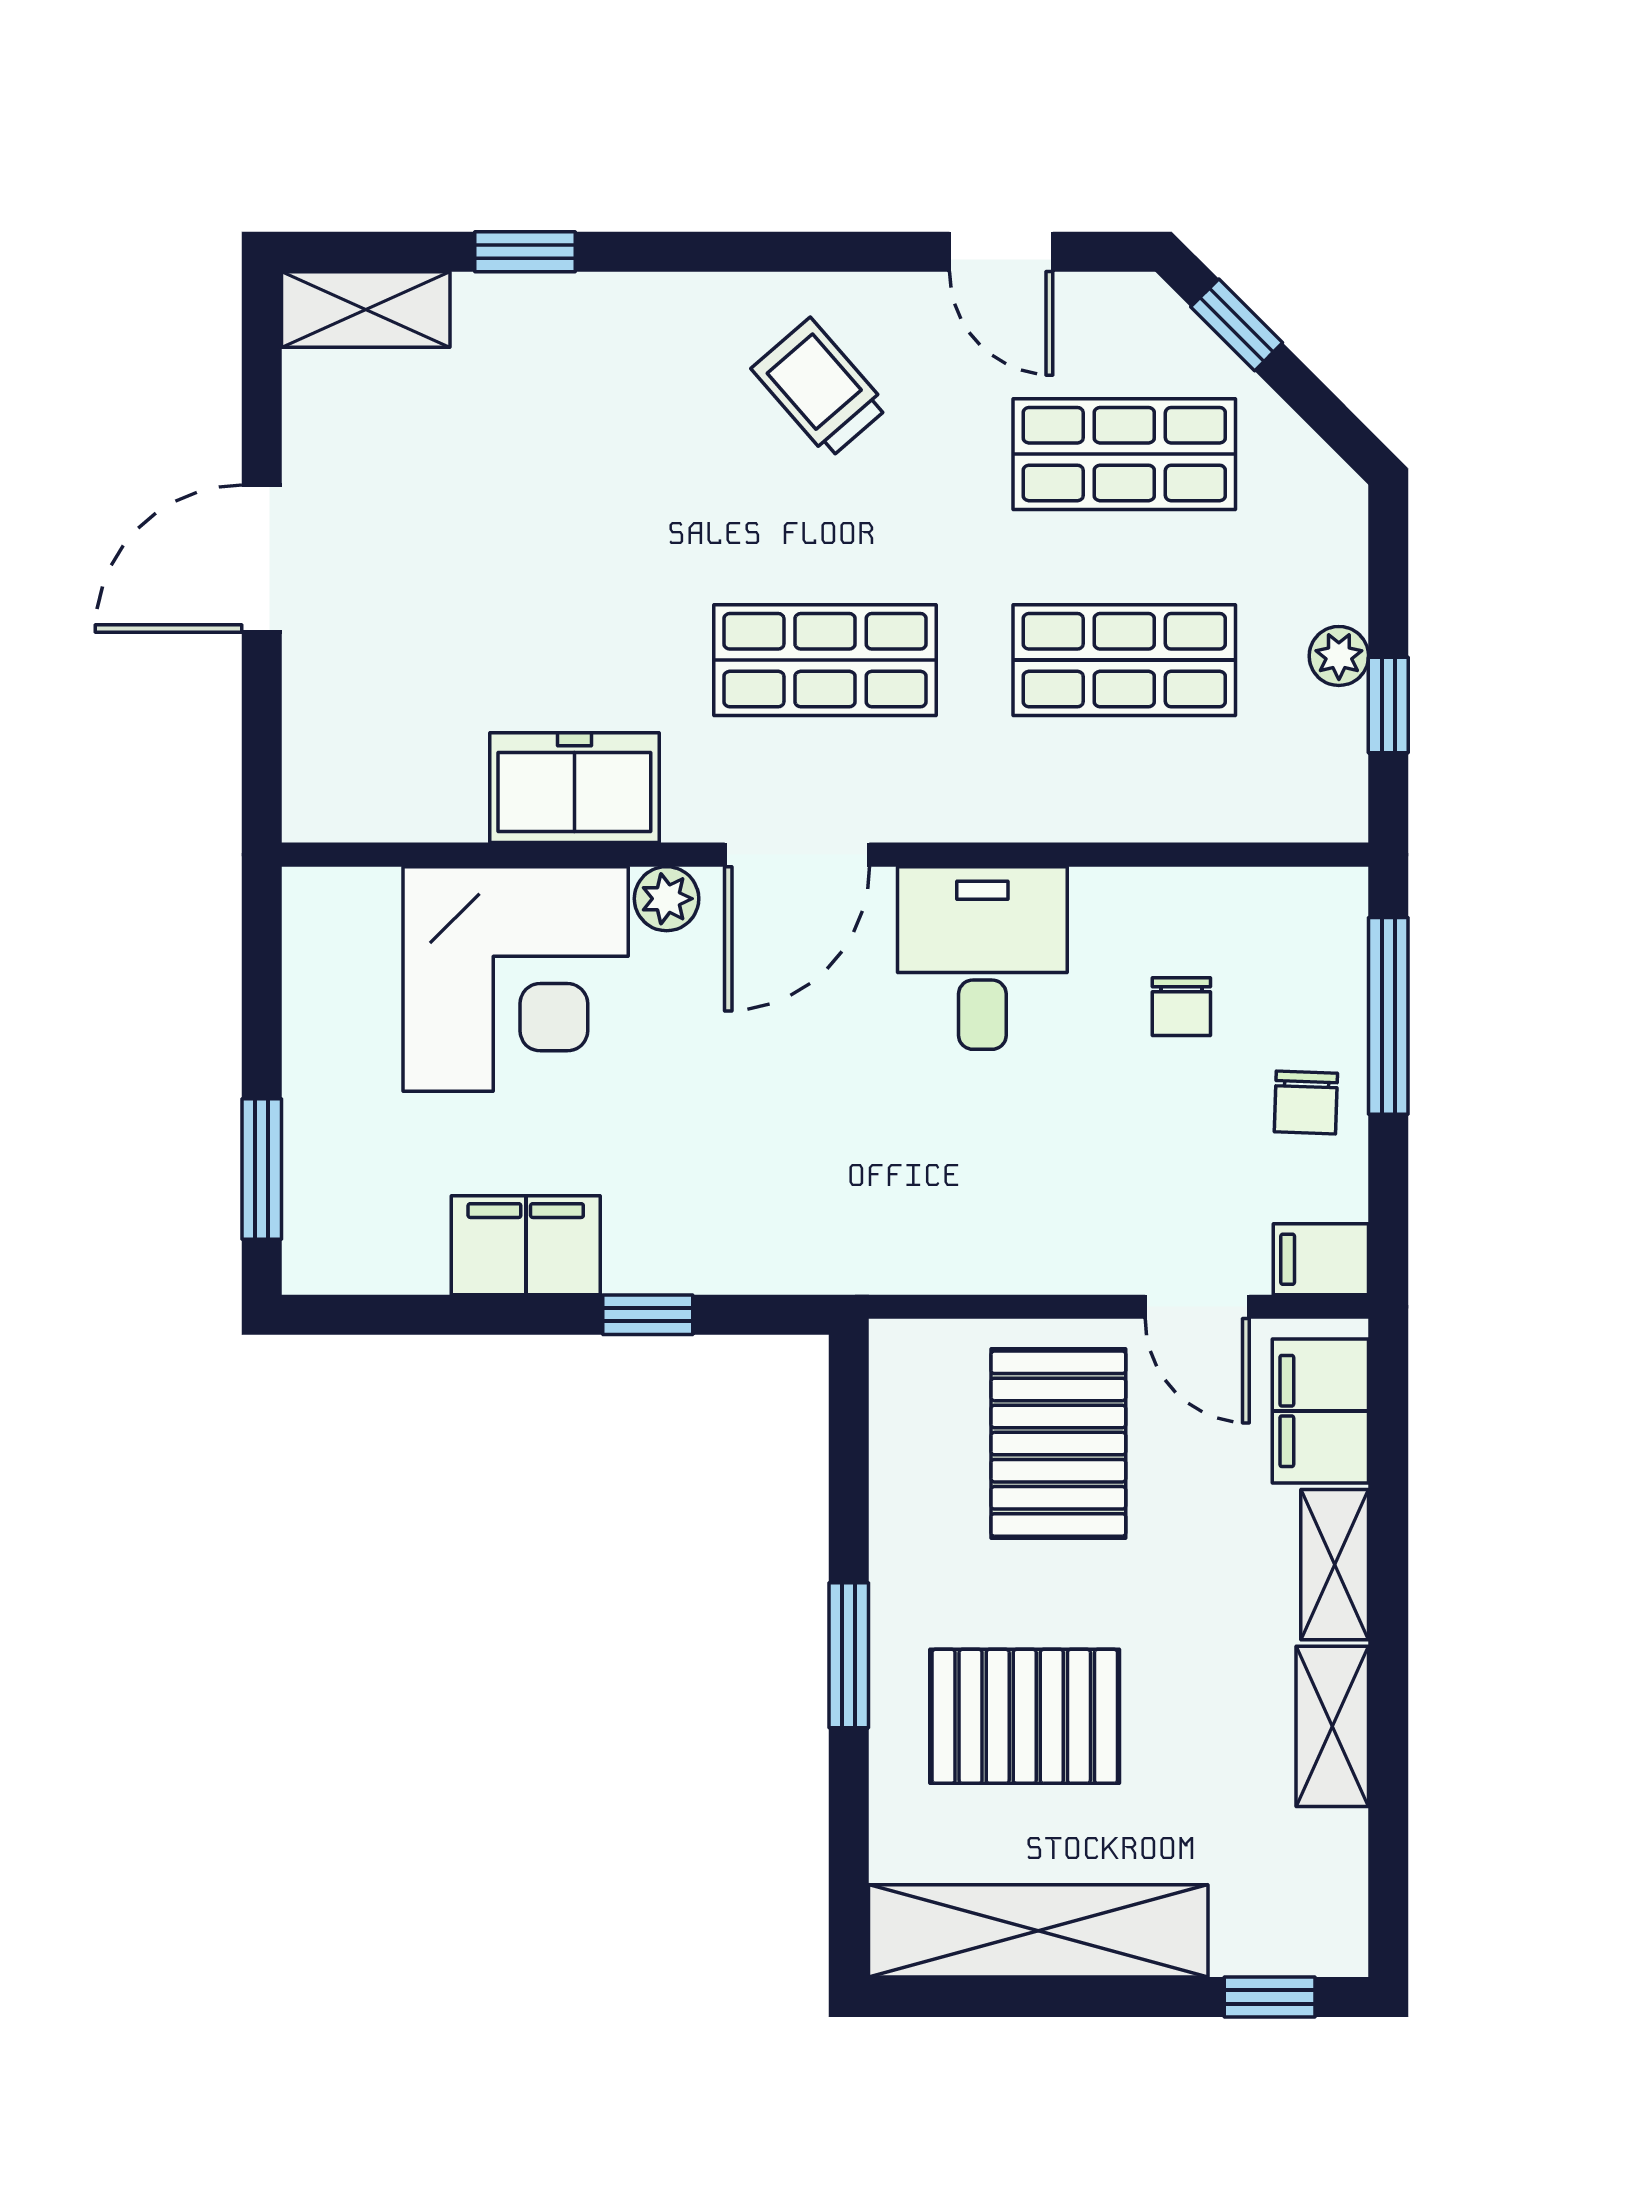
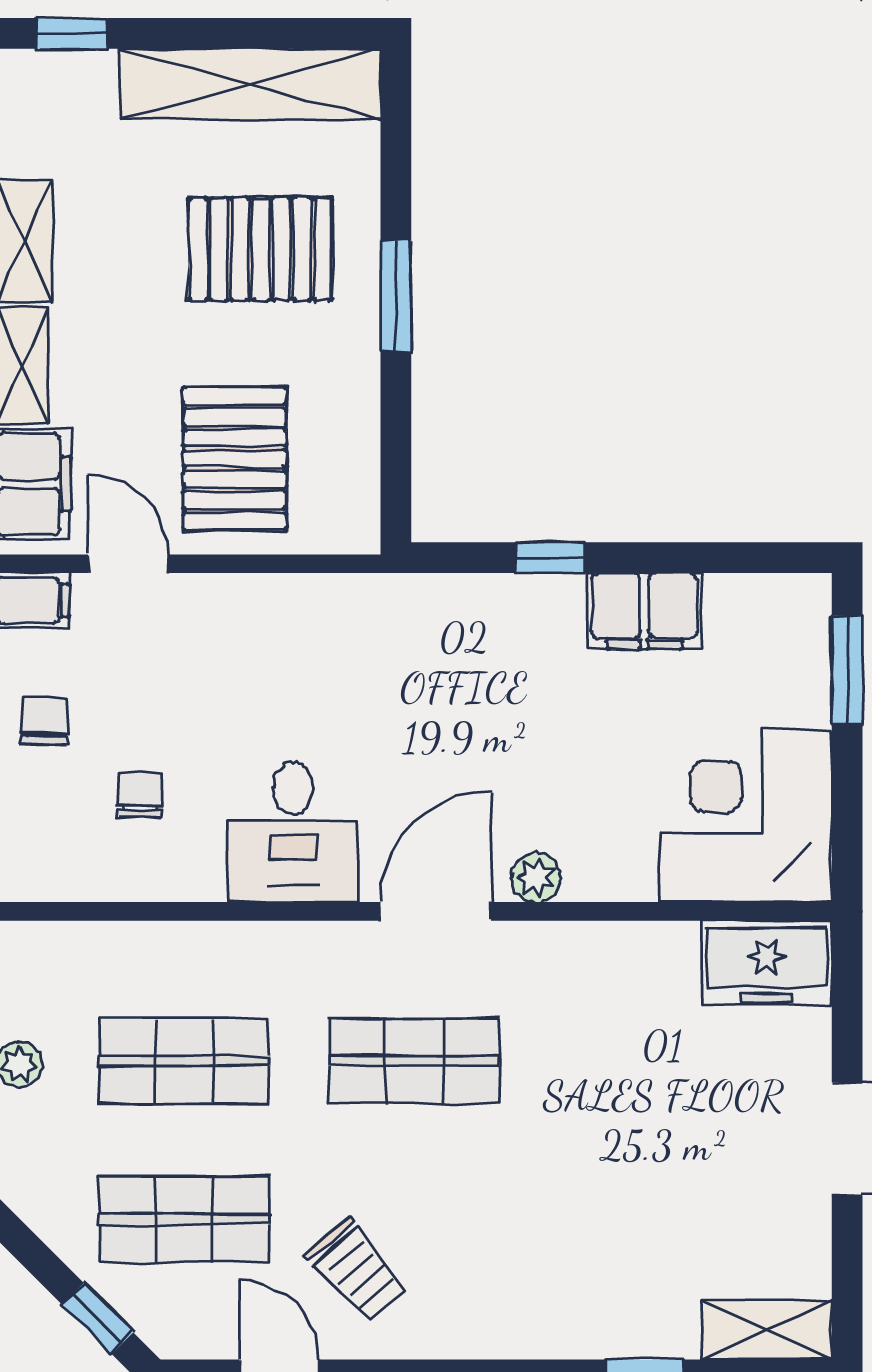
trolley: (820, 388) -> (357, 1270), moved
freezer: (574, 788) -> (767, 963), moved
corner desk: (516, 979) -> (745, 816), moved

